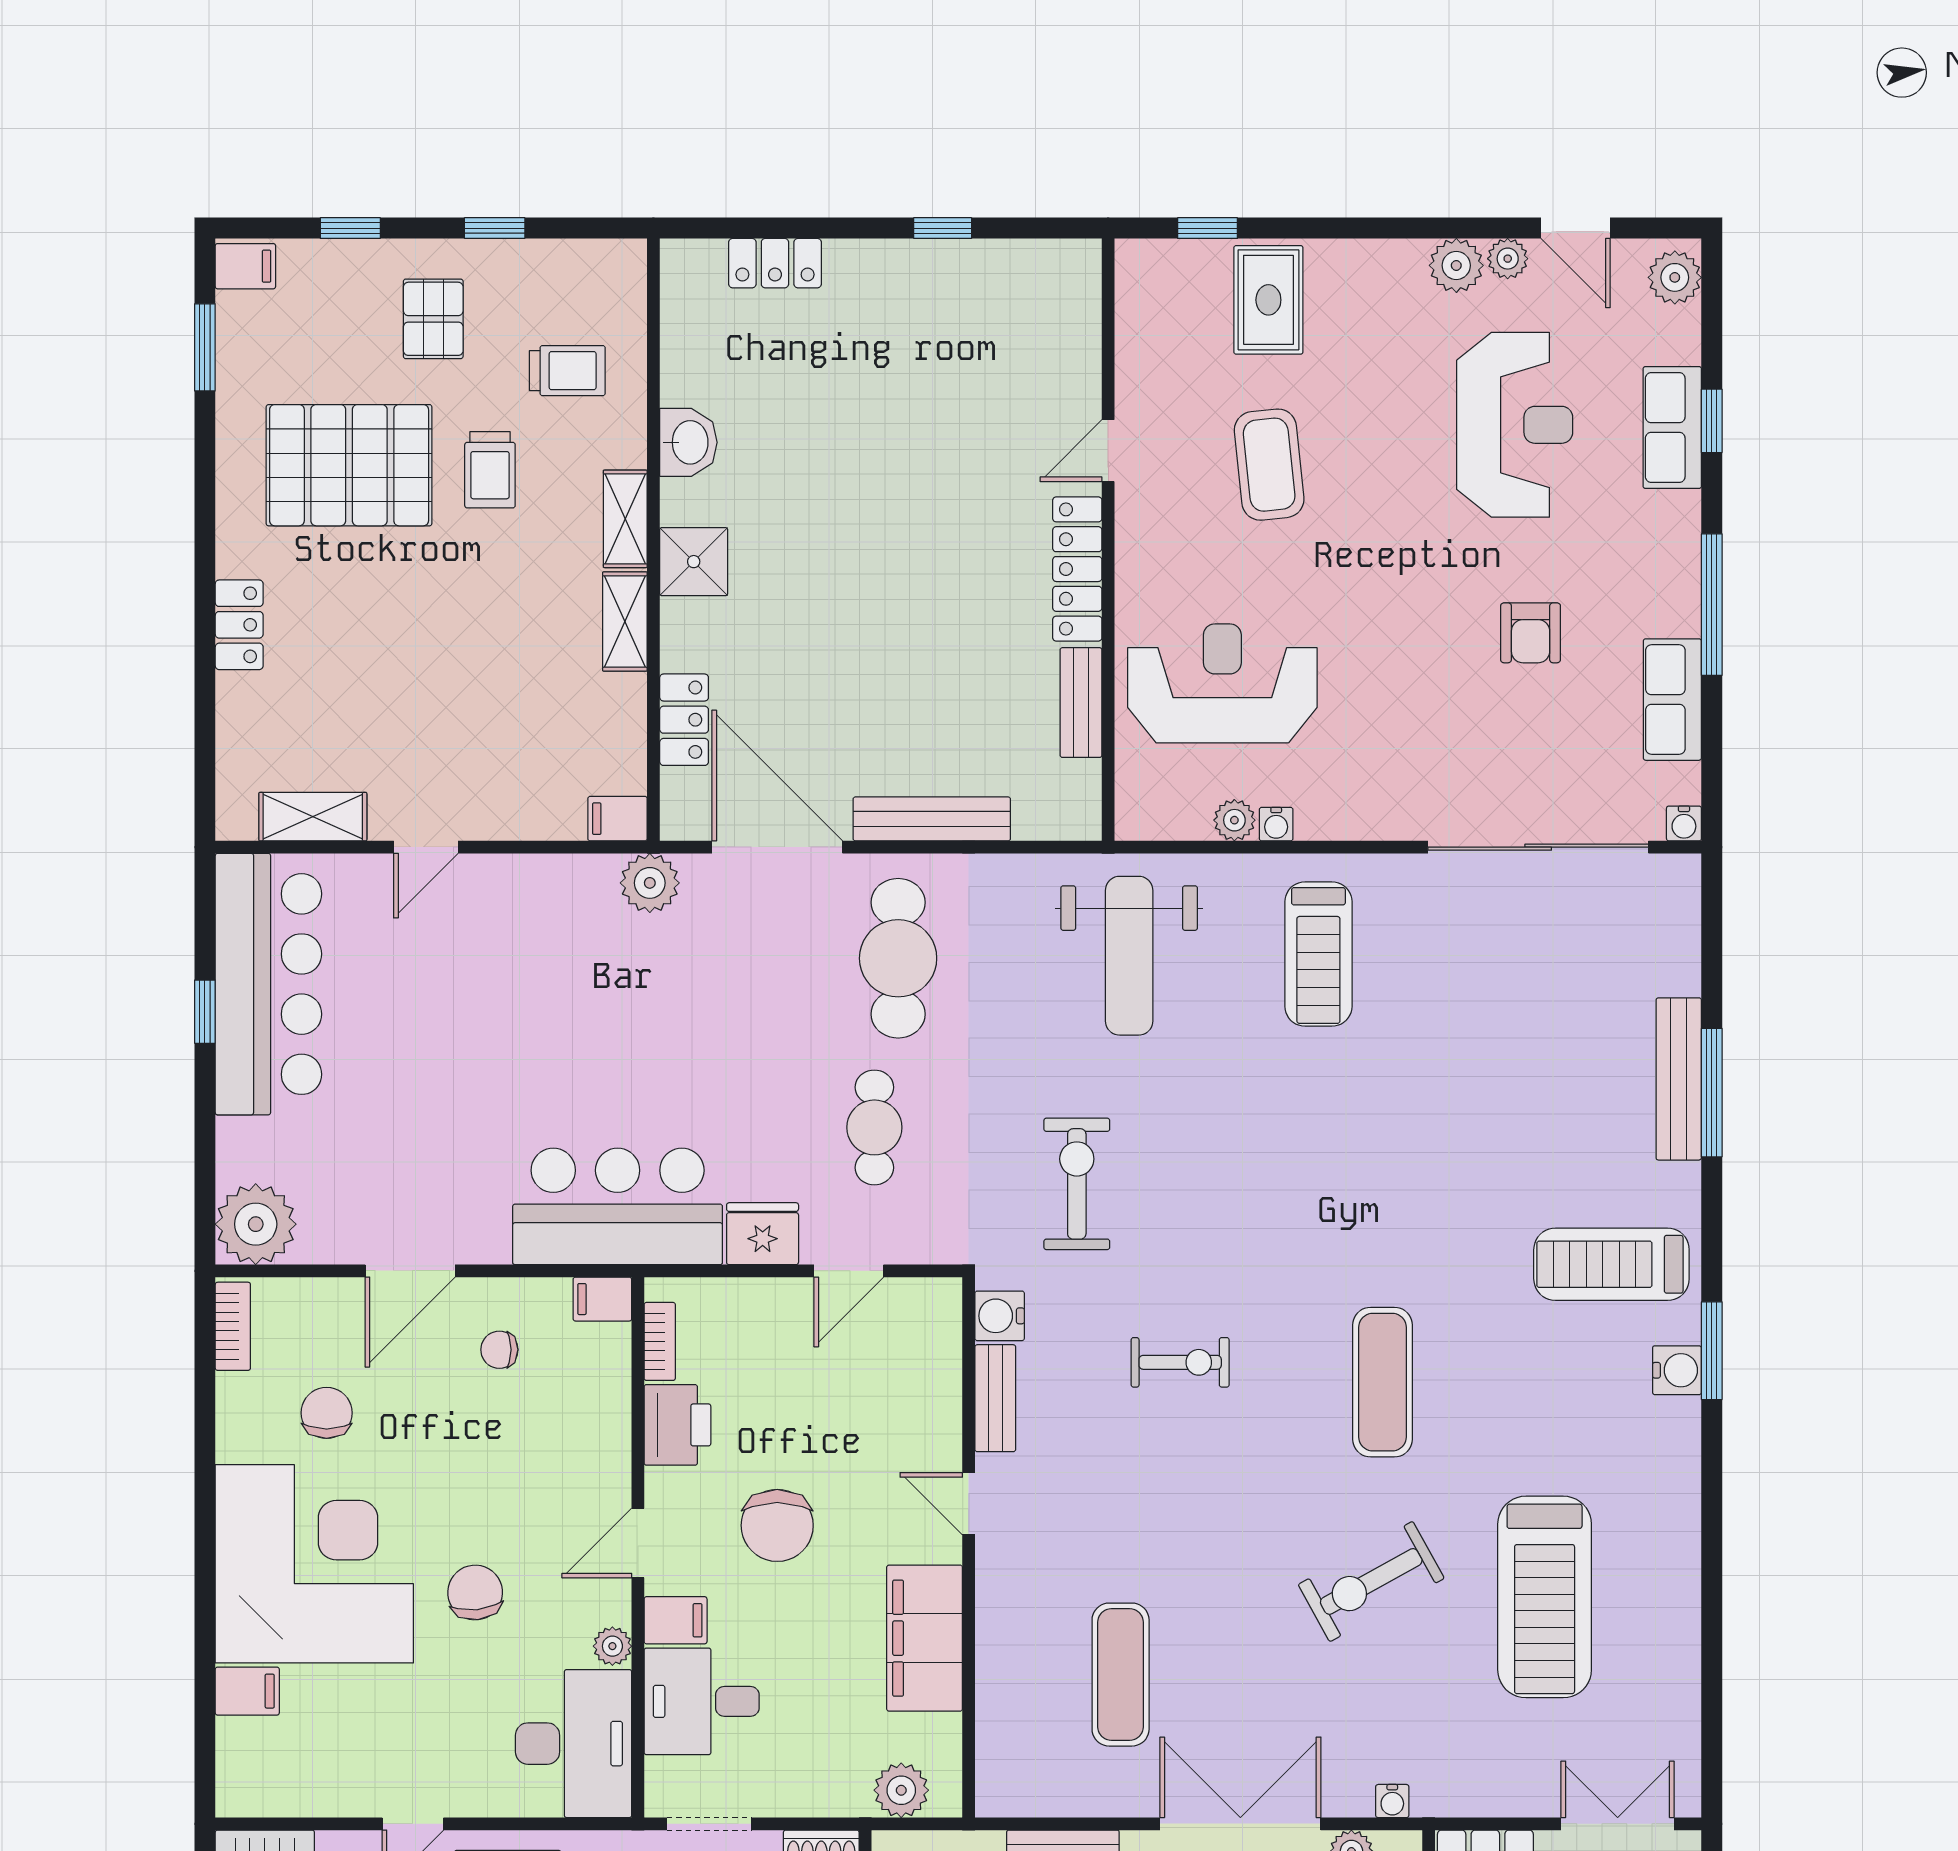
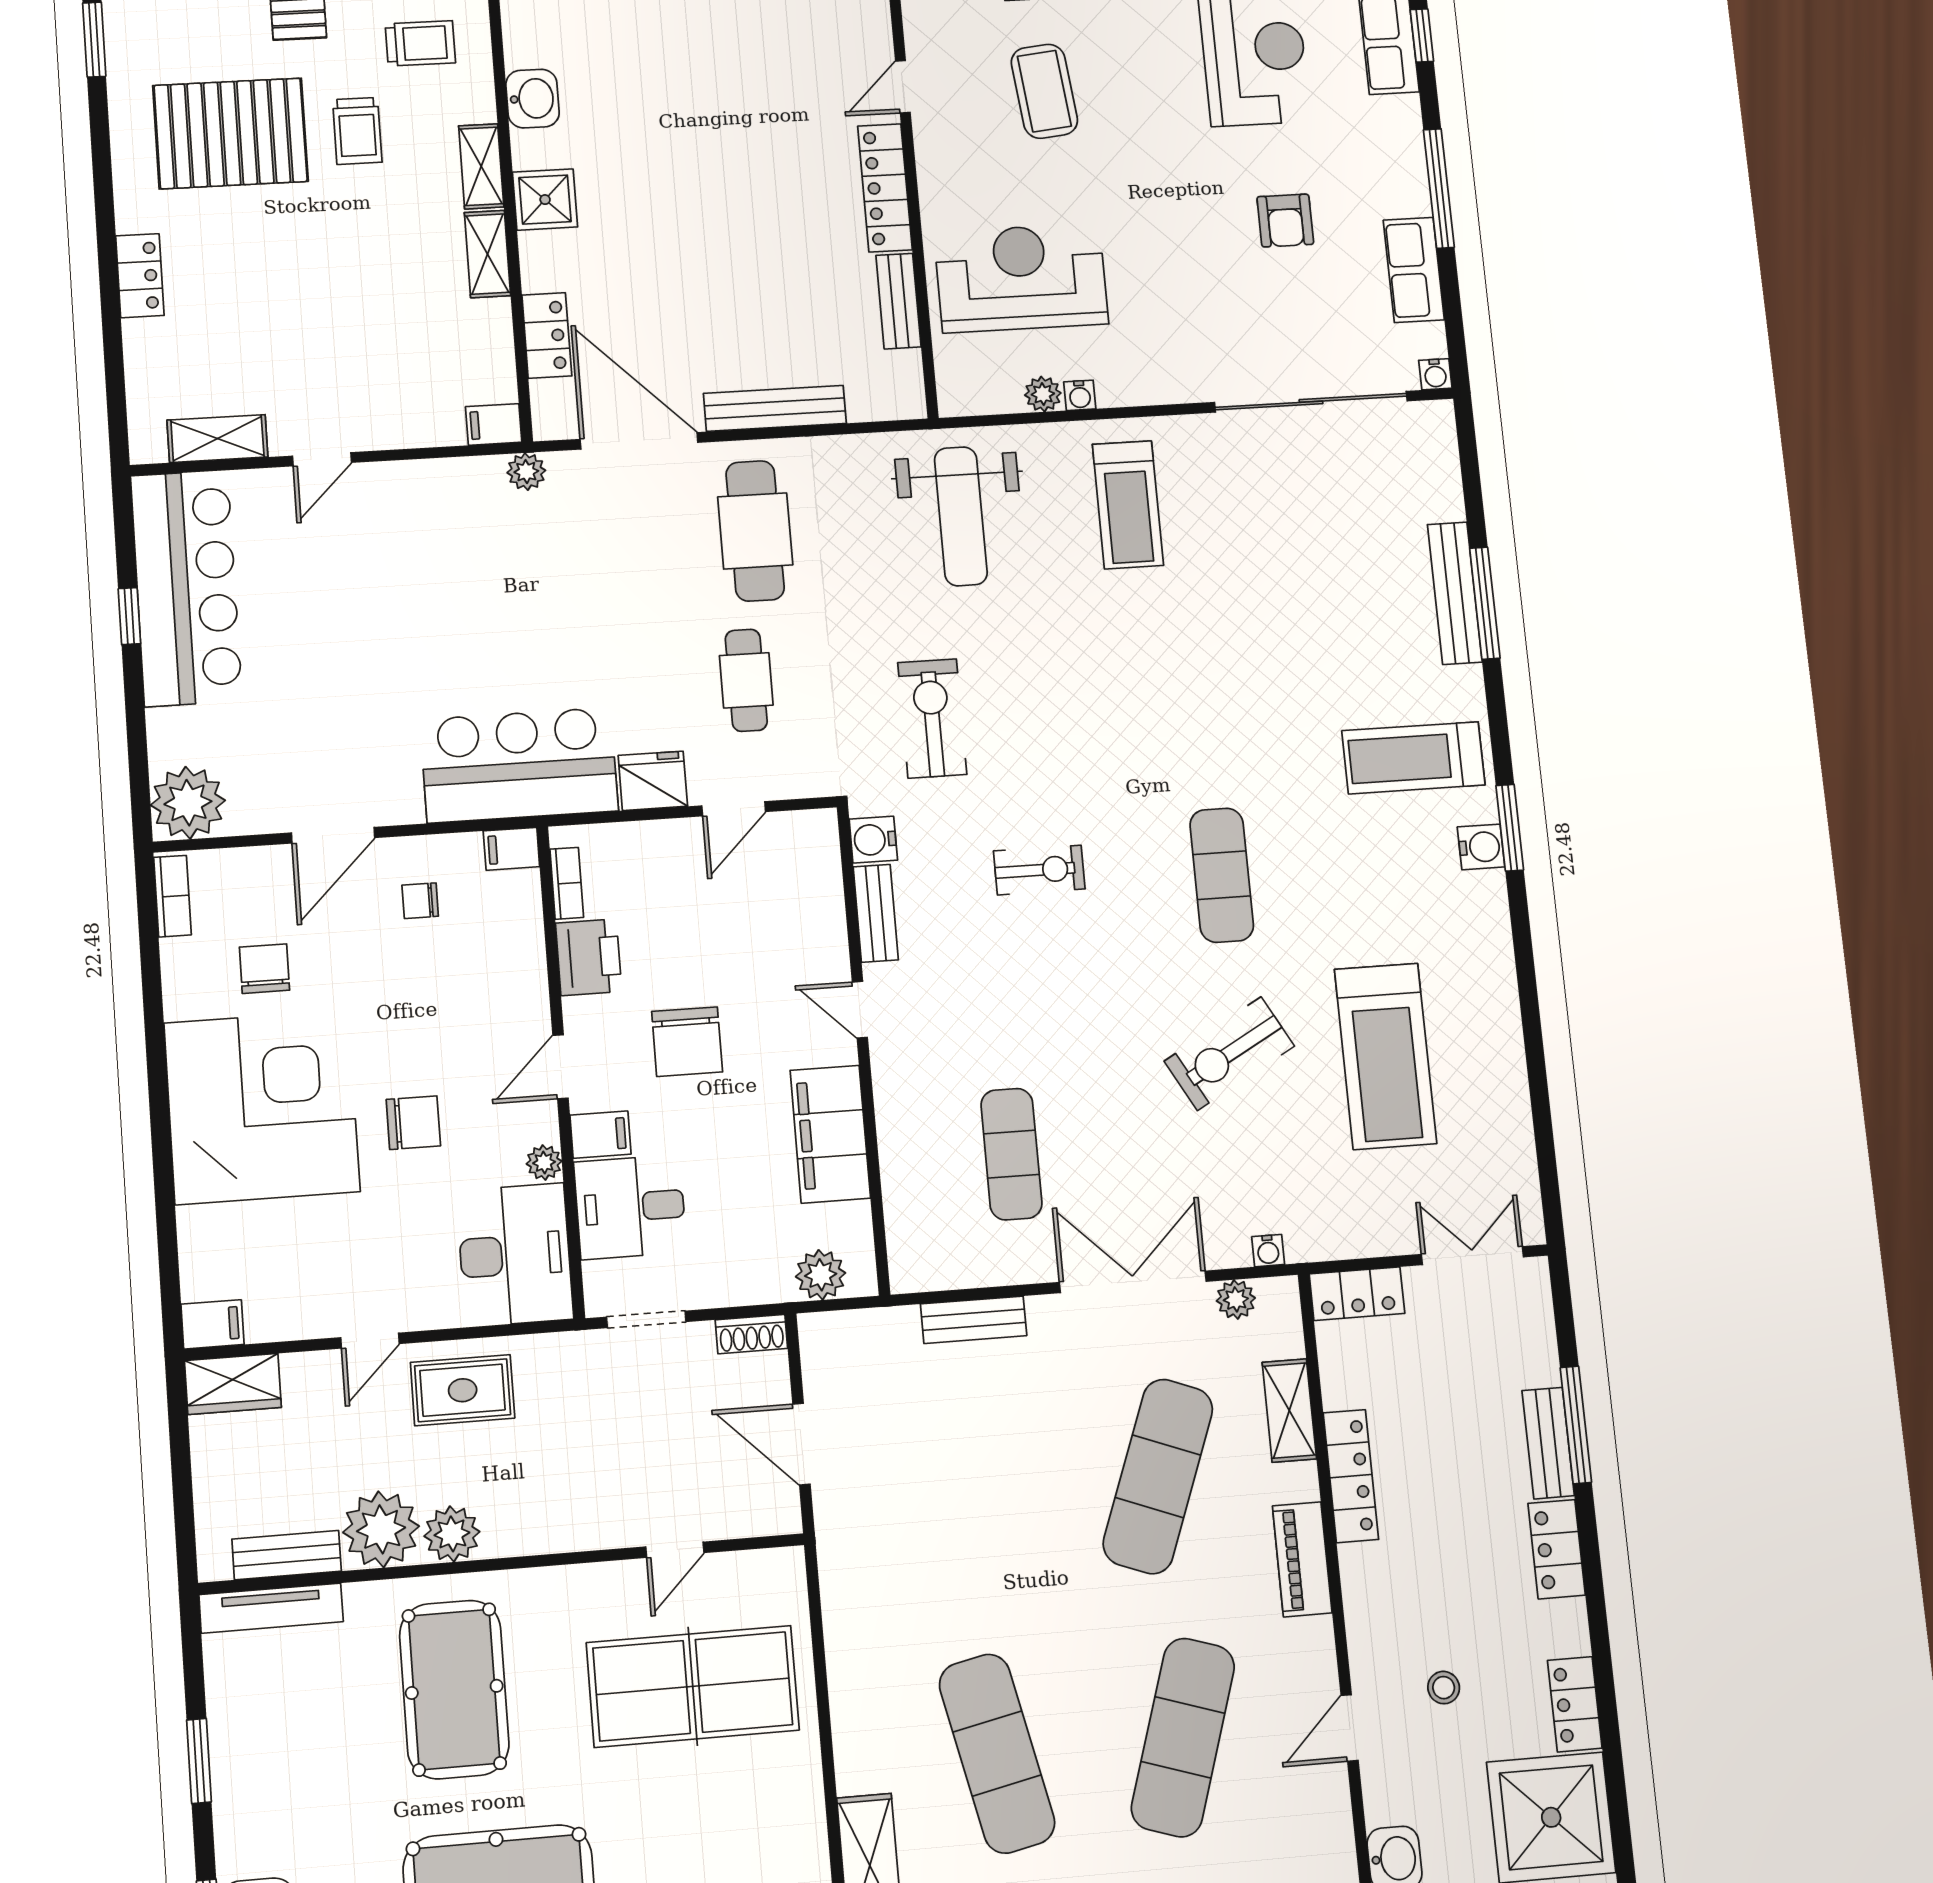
plant: (650, 883) -> (526, 472), width x0.73, depth x0.73
chair: (475, 1593) -> (413, 1123), turned 96
filing cabinet: (247, 1691) -> (213, 1324), moved

